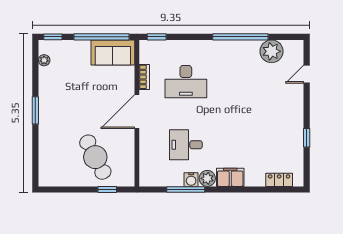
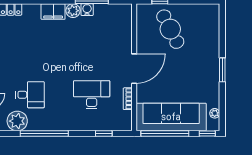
window: (157, 37) -> (104, 134), moved
sofa: (113, 52) -> (171, 117), width x1.85, depth x1.27
desk: (186, 145) -> (30, 95), moved

